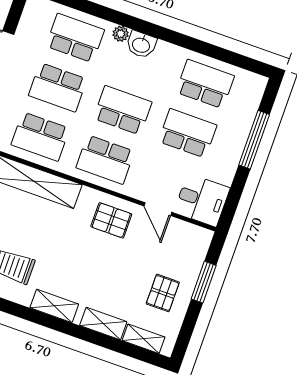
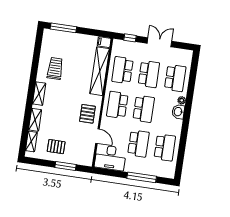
school desk: (58, 87) -> (149, 74), turned 180
desk: (202, 200) -> (110, 158), width x1.37
door: (158, 209) -> (98, 136), swing flipped

